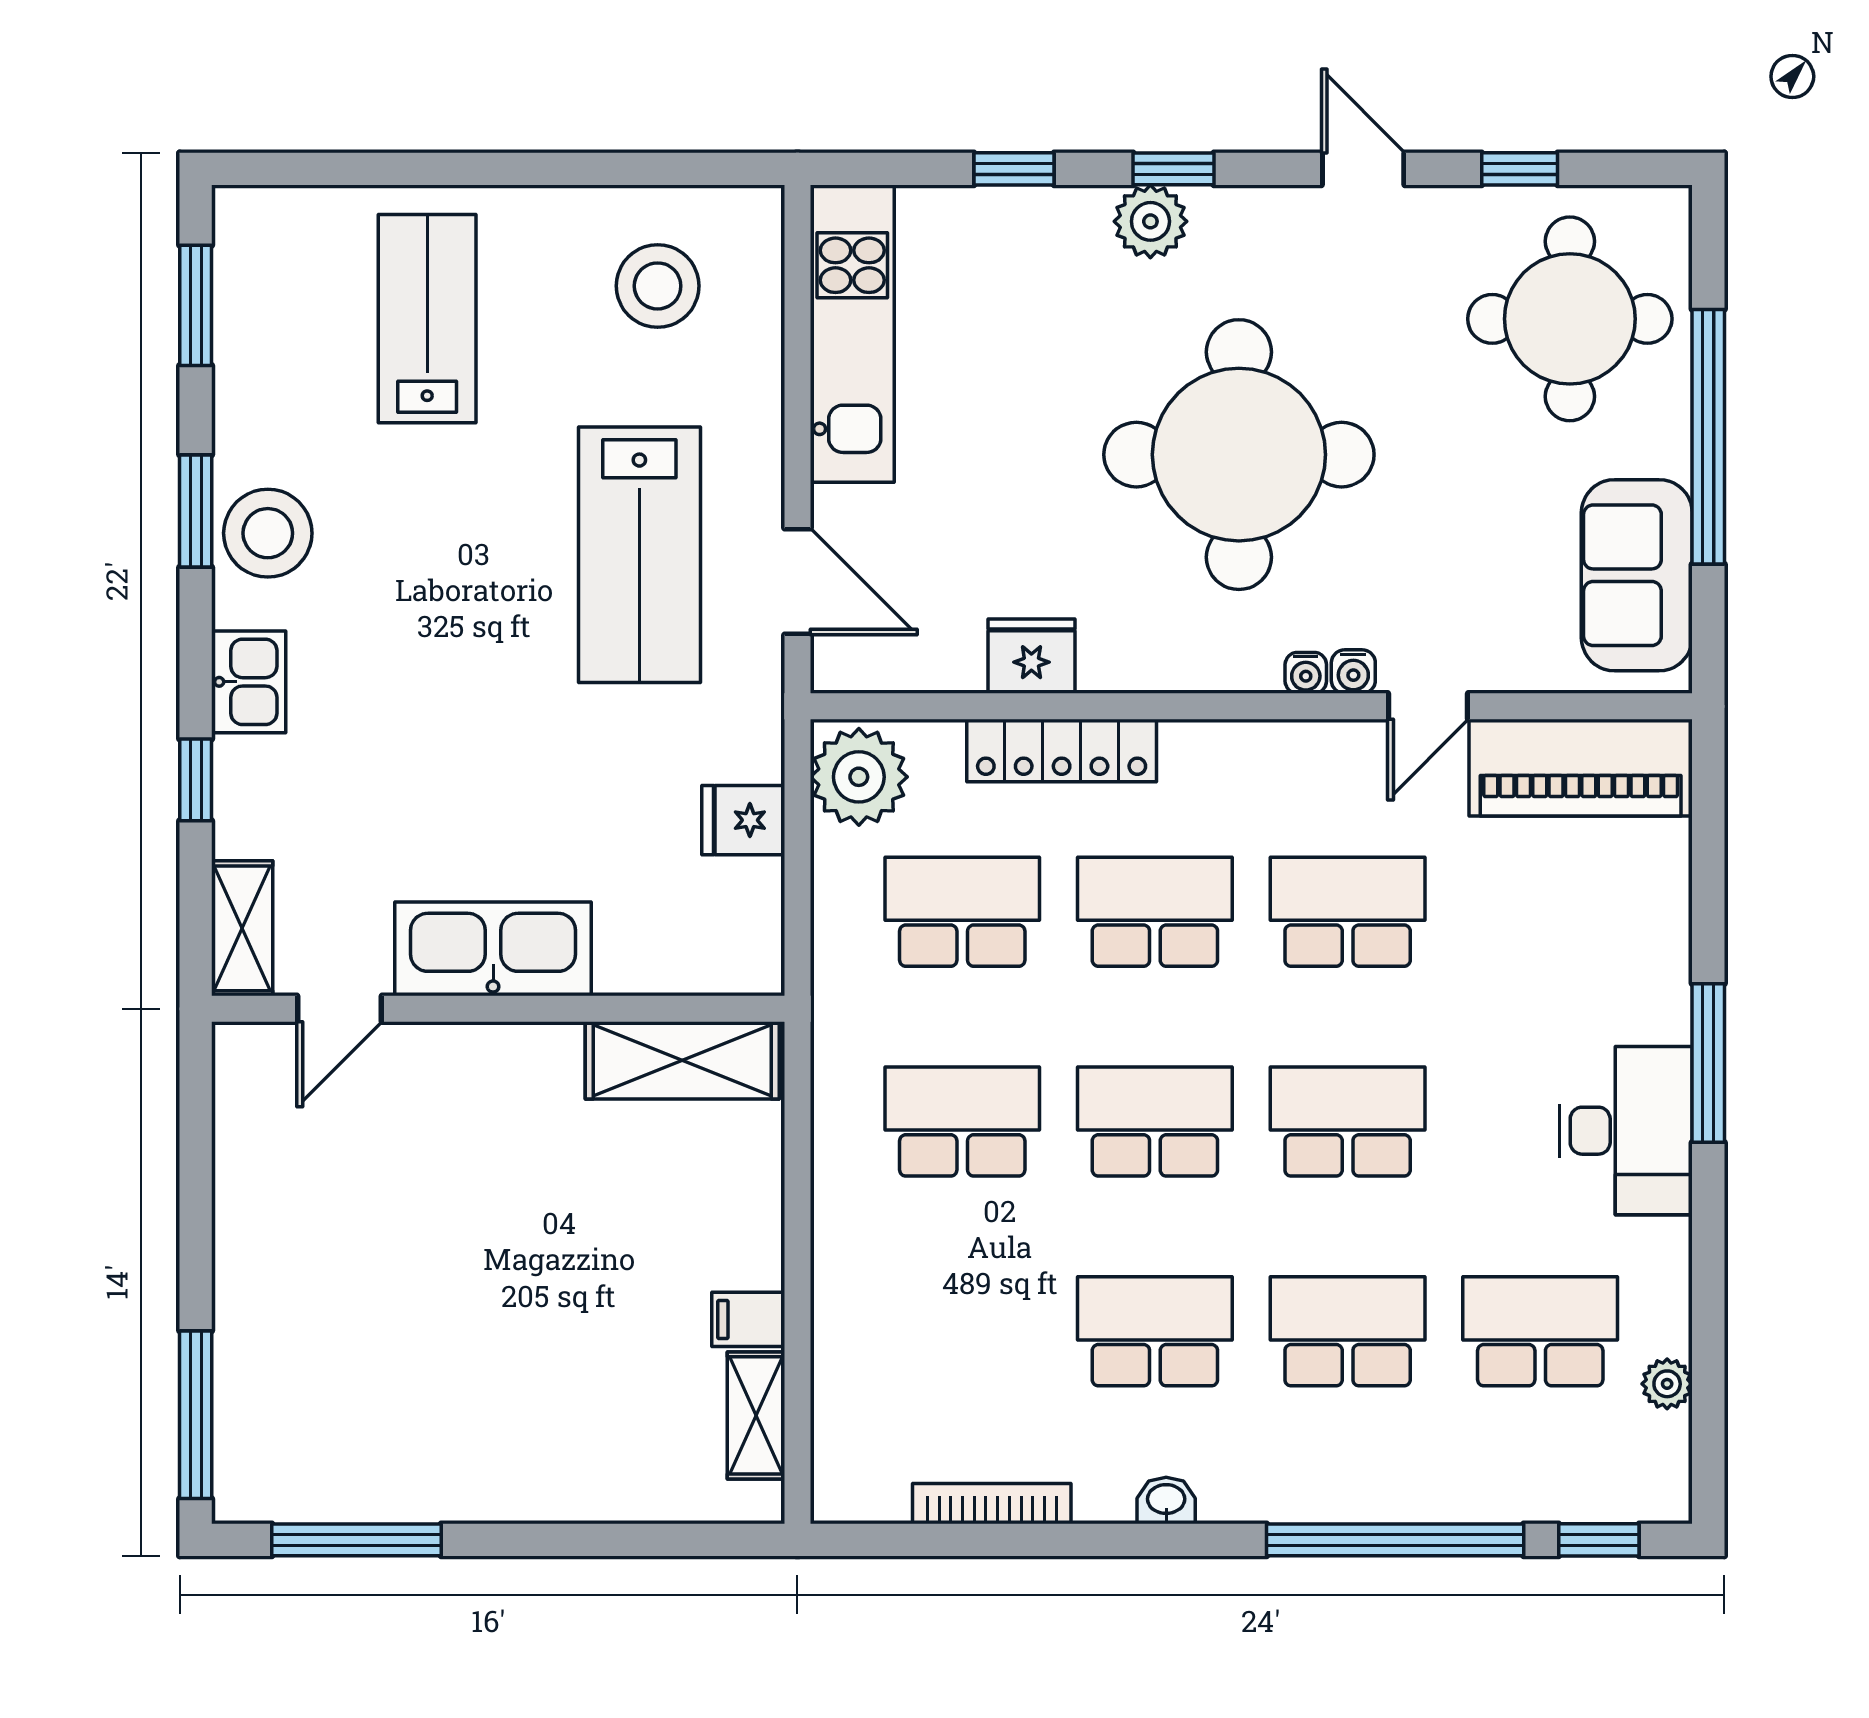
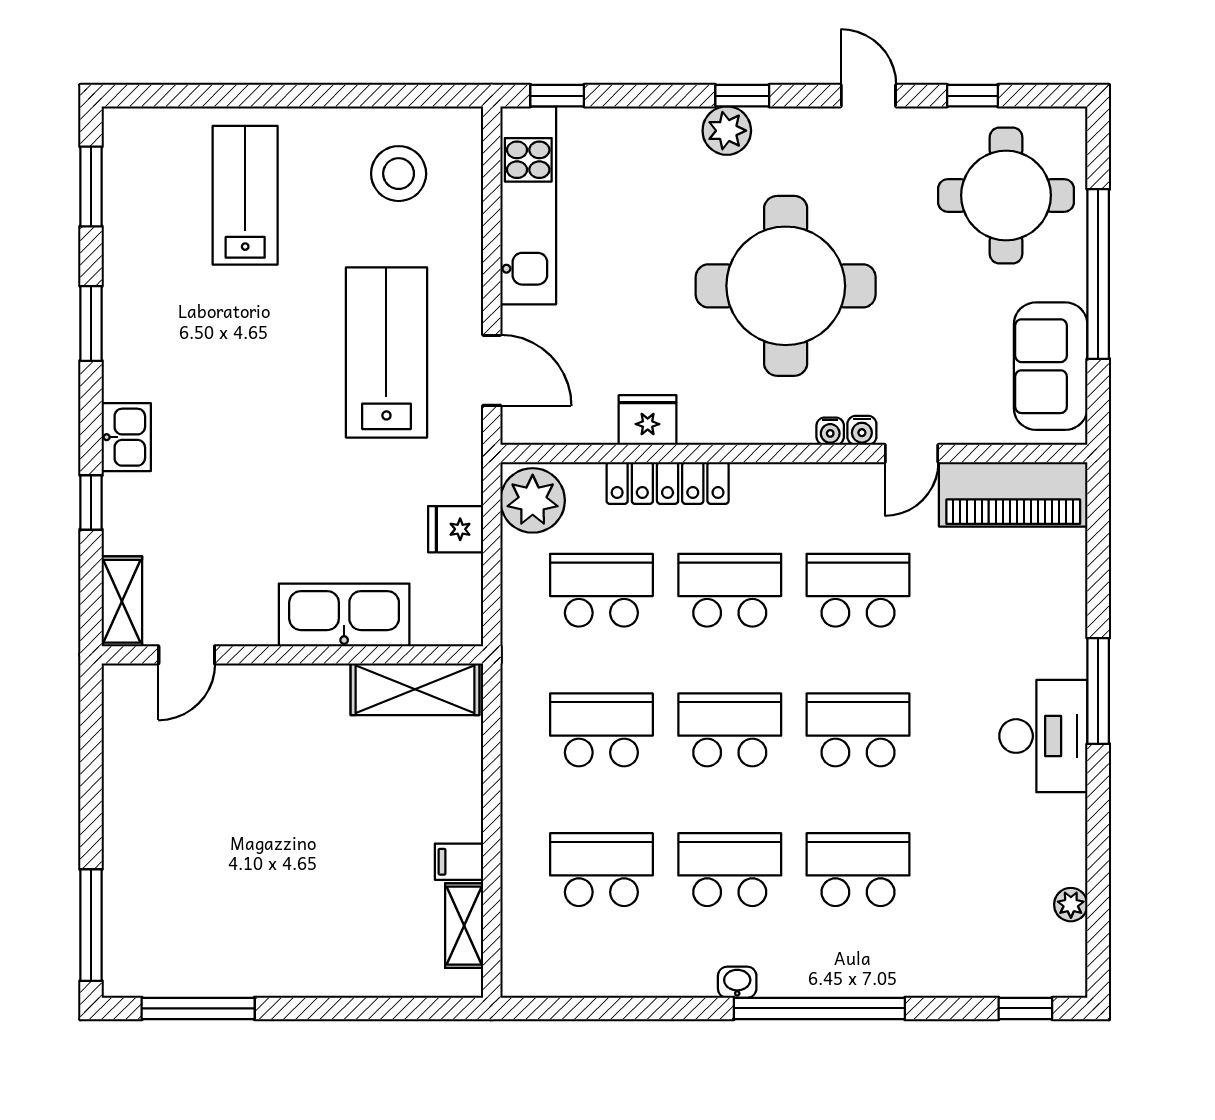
window: (1014, 169) -> (557, 96), moved
stool: (268, 533) -> (139, 338), removed
lab bench: (639, 555) -> (386, 352), turned 180
kitchen sink: (493, 949) -> (344, 615), moved
school desk: (1540, 1331) -> (601, 870), moved
bookcase: (992, 1504) -> (621, 984), removed
window: (1395, 1540) -> (819, 1008), moved

